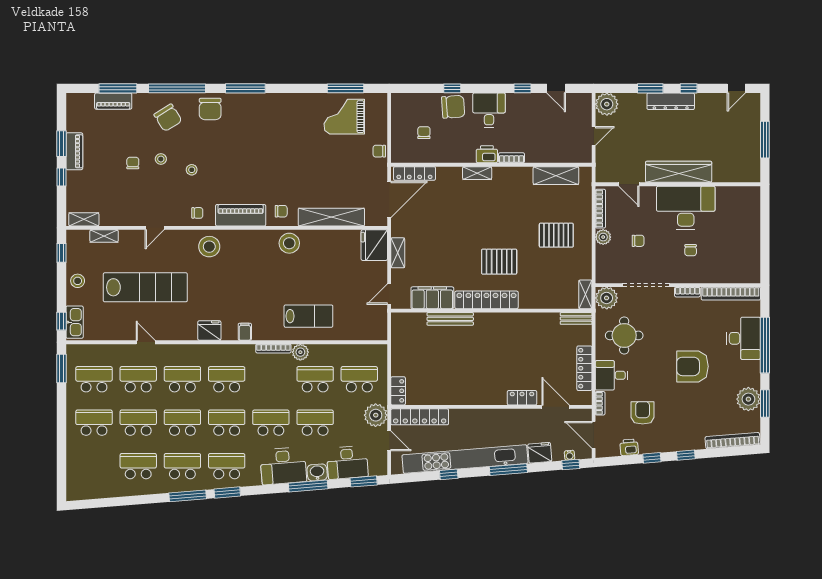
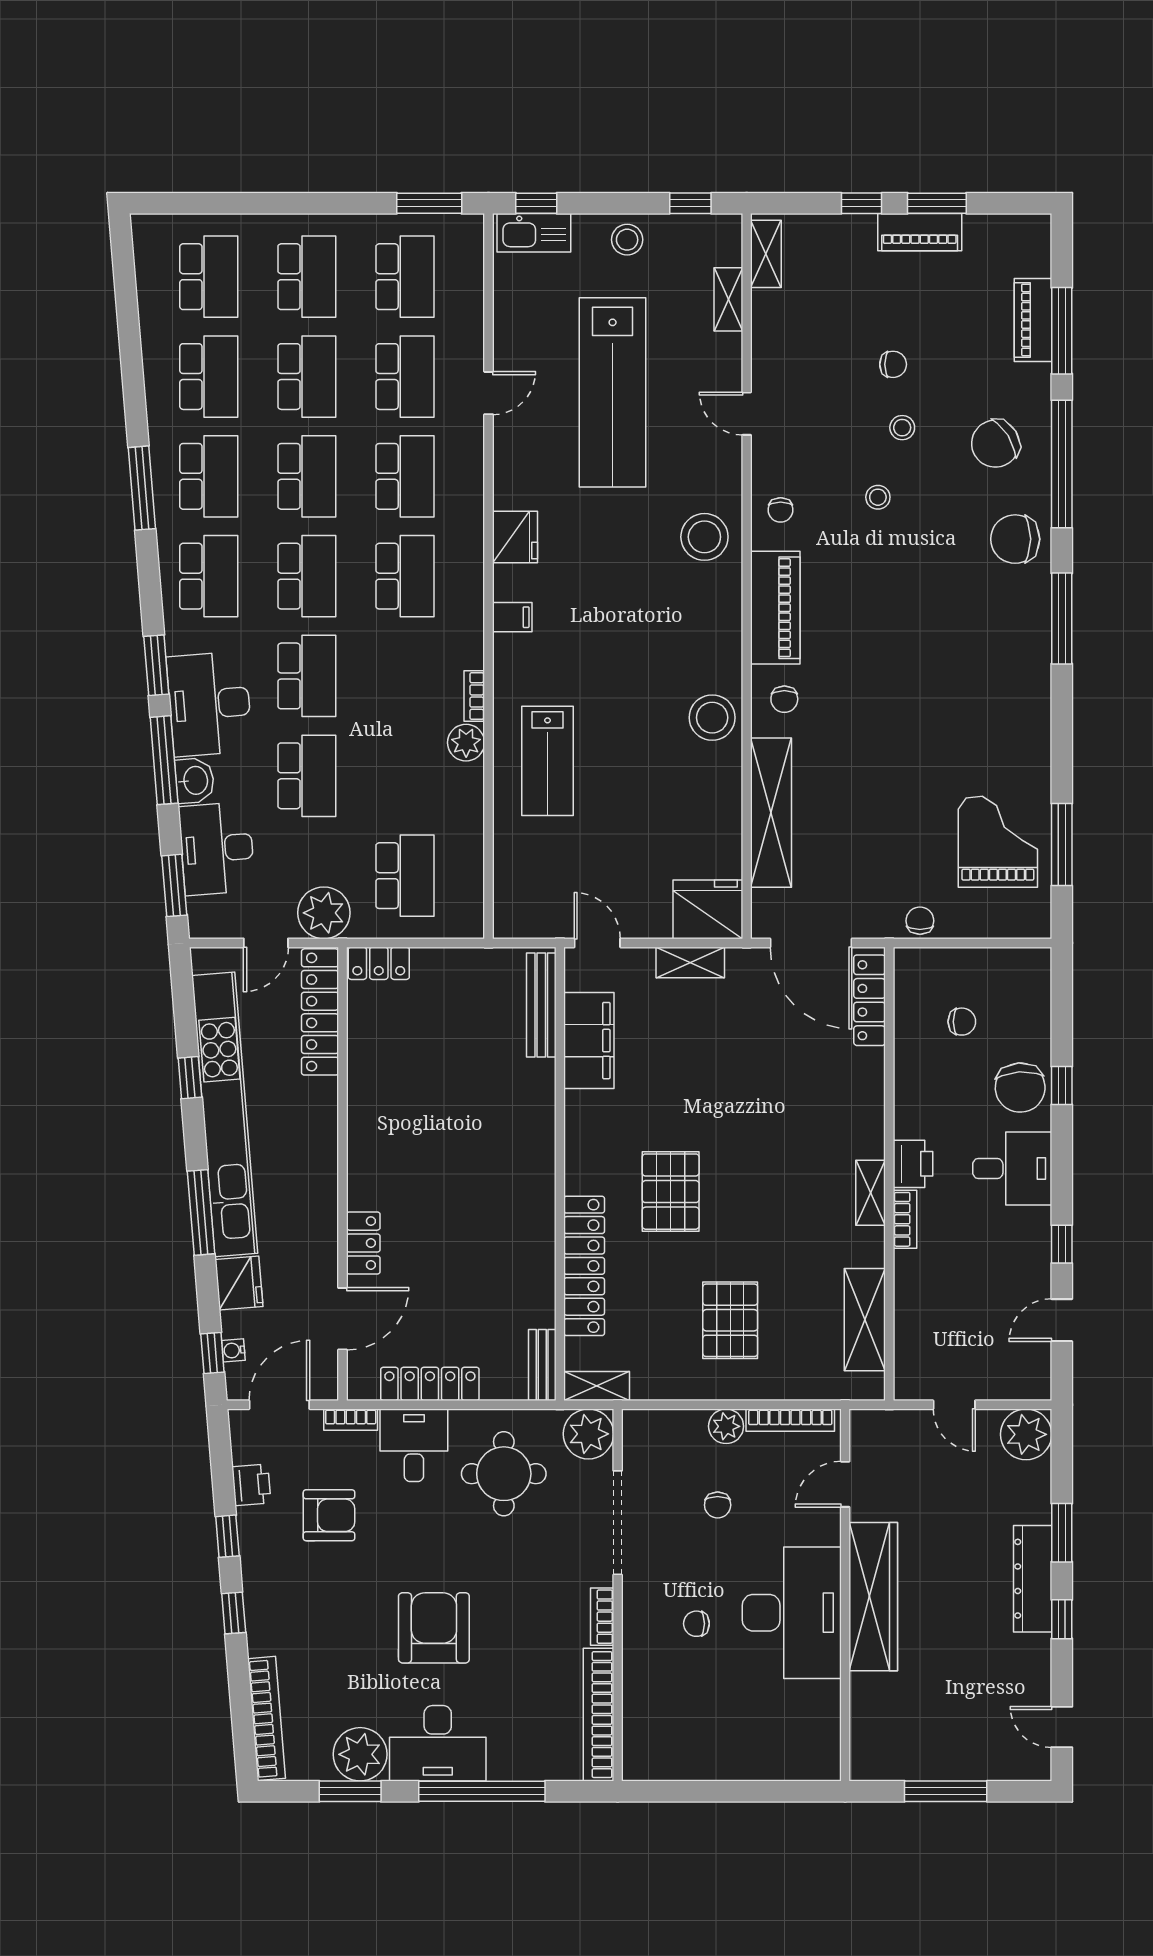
shelving: (477, 173) -> (871, 1193), moved
locker: (486, 300) -> (584, 1266), moved
bench: (450, 319) -> (541, 1005), moved
desk: (744, 338) -> (438, 1743), moved
bookcase: (273, 349) -> (474, 696), width x0.64
school desk: (315, 379) -> (209, 277), moved
window: (227, 493) -> (156, 665), moved

